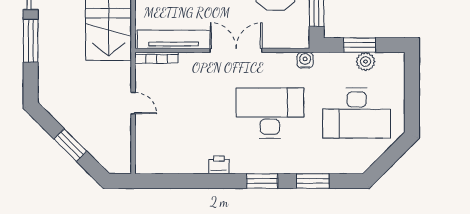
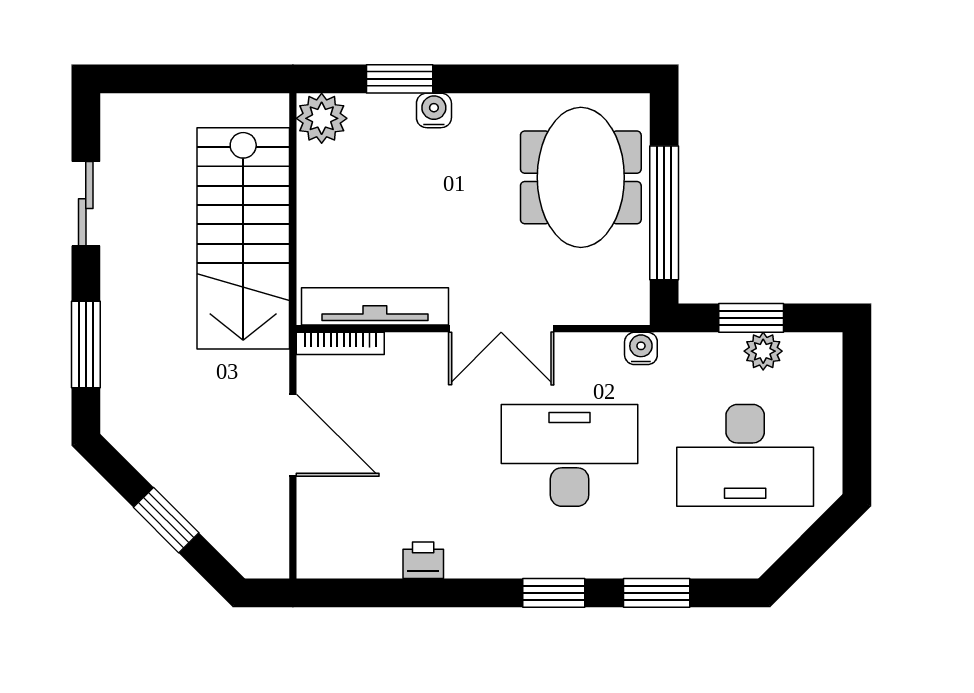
window: (31, 41) -> (86, 345), moved
double door: (236, 50) -> (501, 329), swing flipped
door: (133, 103) -> (293, 435), width x1.88
printer: (219, 165) -> (423, 560), moved

